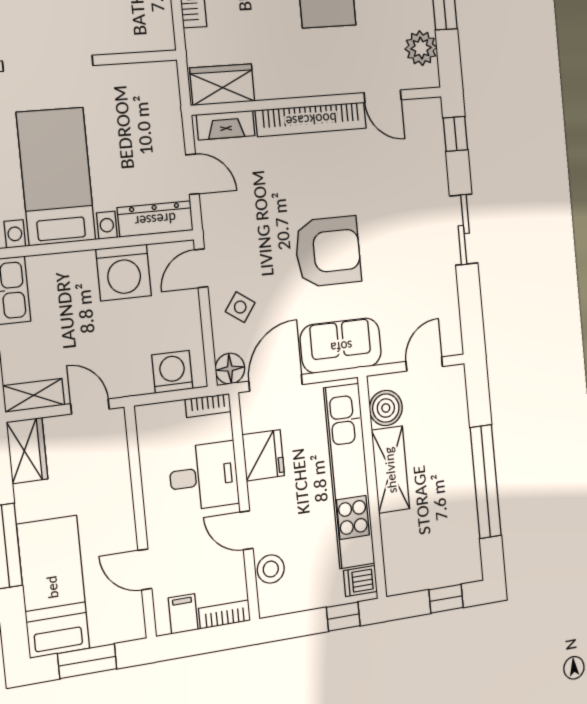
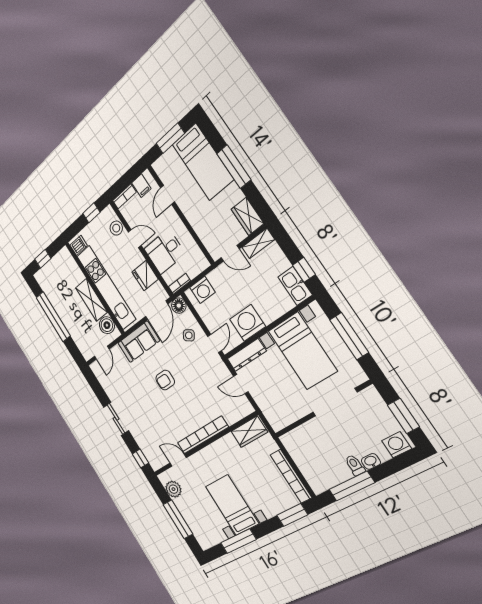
fireplace: (226, 125) -> (238, 414), removed
armchair: (328, 251) -> (165, 380), width x0.53, depth x0.53
door: (145, 569) -> (168, 195), swing flipped
window: (343, 617) -> (91, 213), moved

